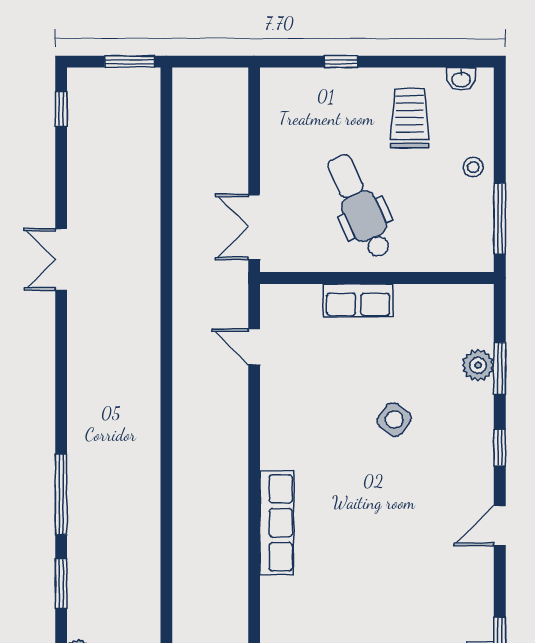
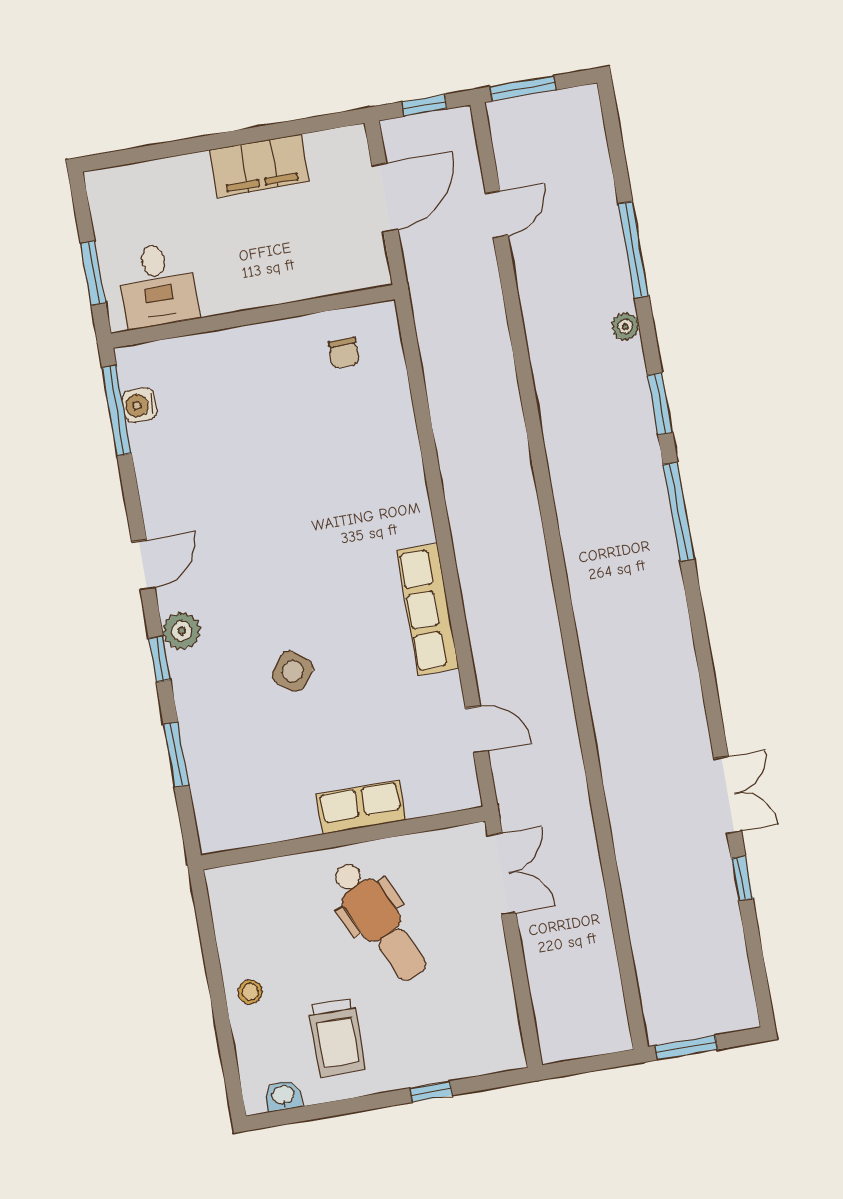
window: (61, 109) -> (742, 878), moved
window: (500, 219) -> (207, 935), removed
plant: (478, 365) -> (182, 631), moved
row of seats: (277, 523) -> (428, 609), moved

